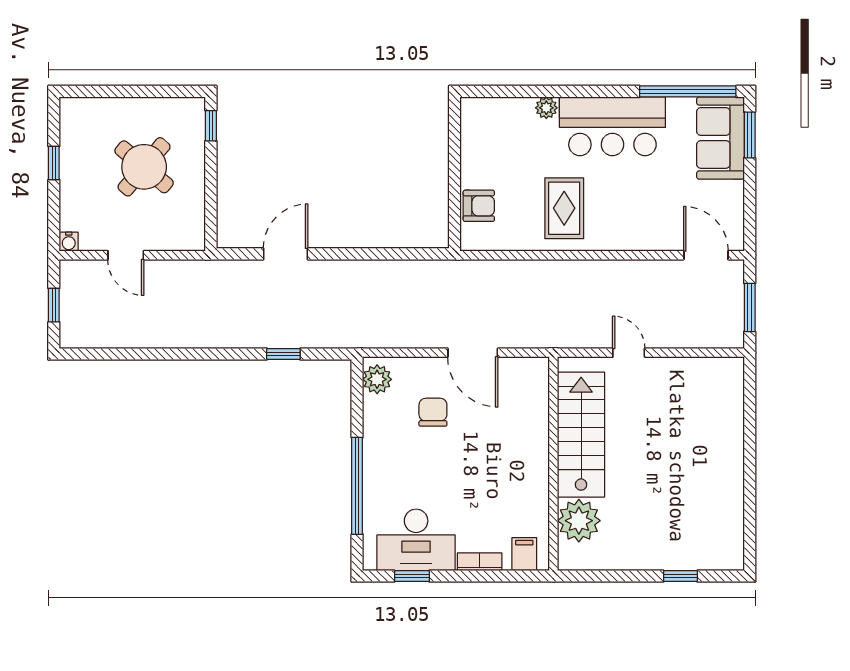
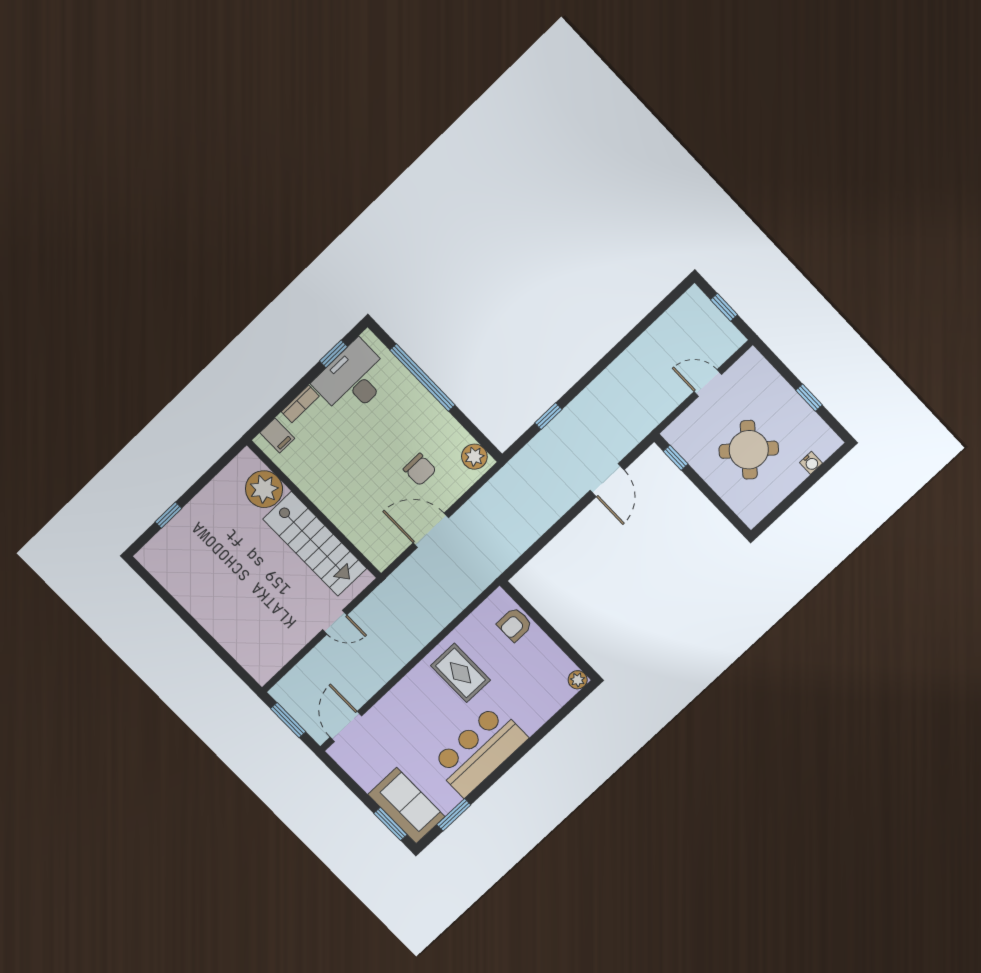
window: (688, 91) -> (454, 815), width x0.47
plant: (546, 108) -> (578, 680), moved
window: (211, 126) -> (676, 458), moved
water cooler: (69, 242) -> (811, 463), moved, turned 180
door: (706, 255) -> (346, 727), swing flipped

